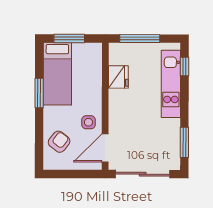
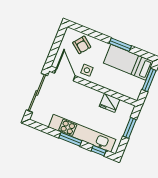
window: (140, 39) -> (130, 128), width x0.69
kitchen unit: (171, 84) -> (82, 133), width x1.36
window: (184, 142) -> (70, 139), moved

